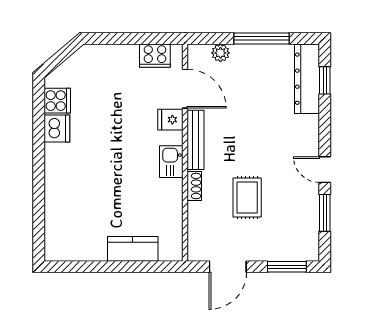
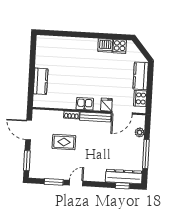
kitchen counter: (112, 57) -> (141, 76), added

